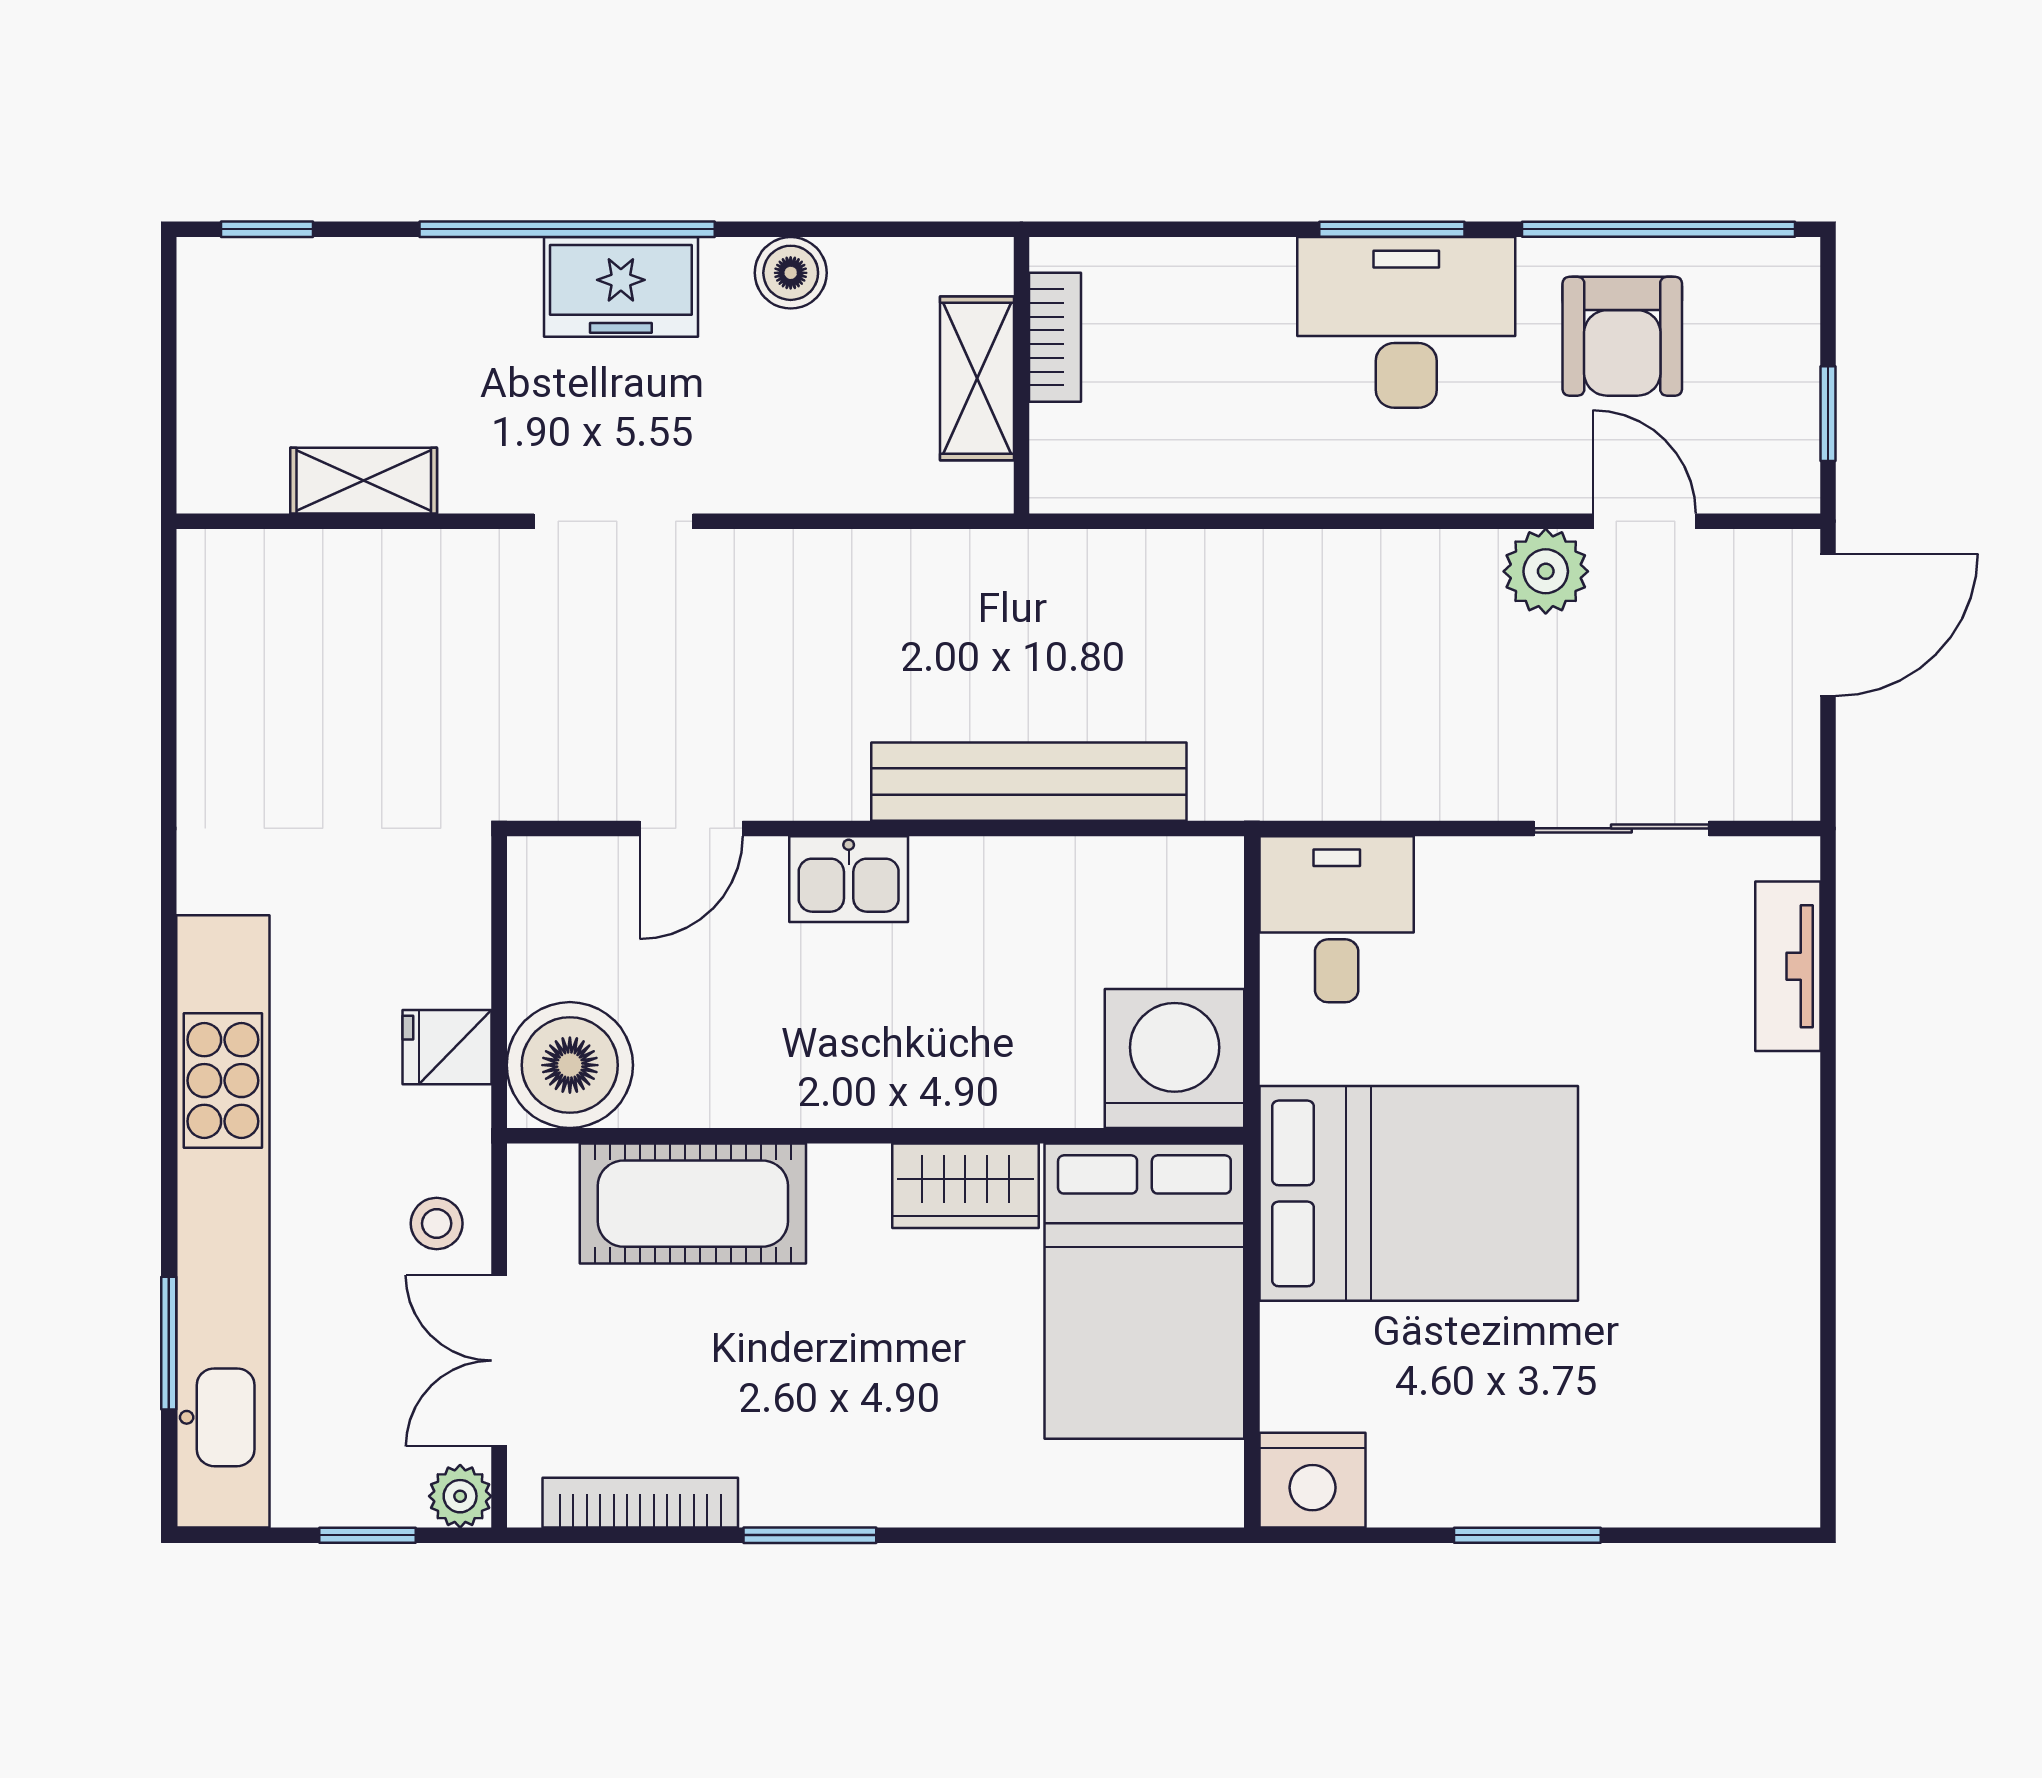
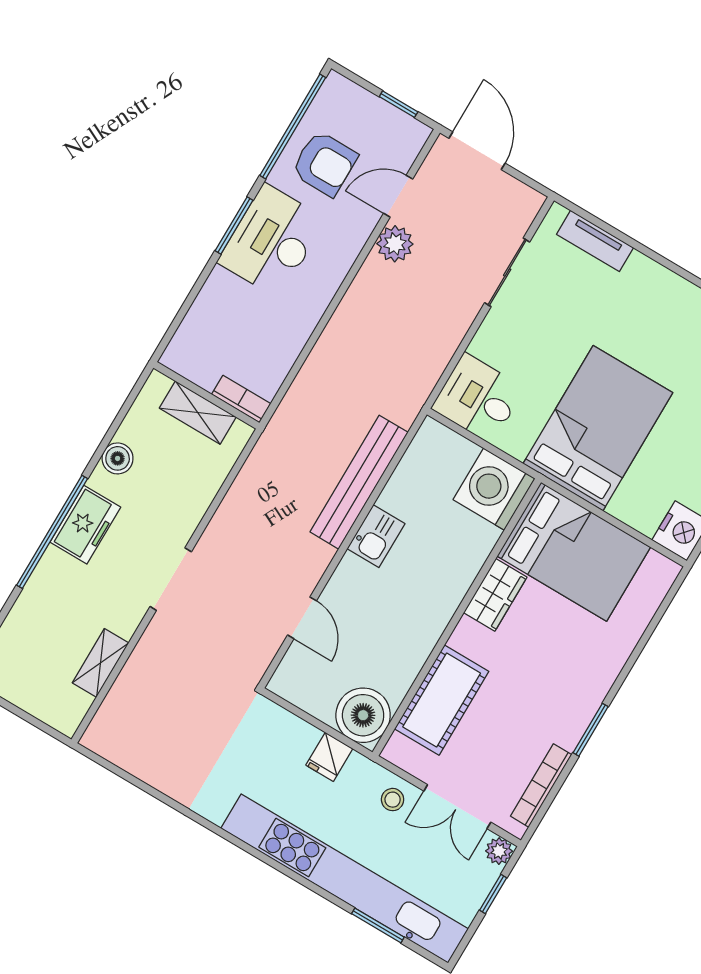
bookcase: (1055, 337) -> (241, 399), moved
kitchen sink: (849, 879) -> (376, 536), moved

